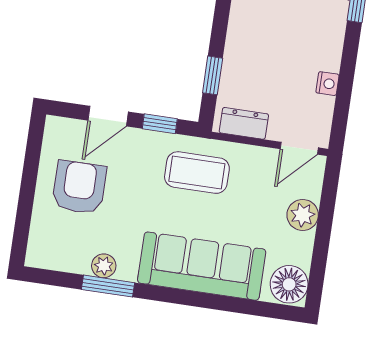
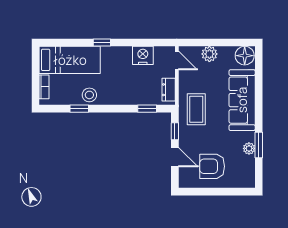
nightstand: (327, 84) -> (143, 55), width x1.89, depth x1.79

